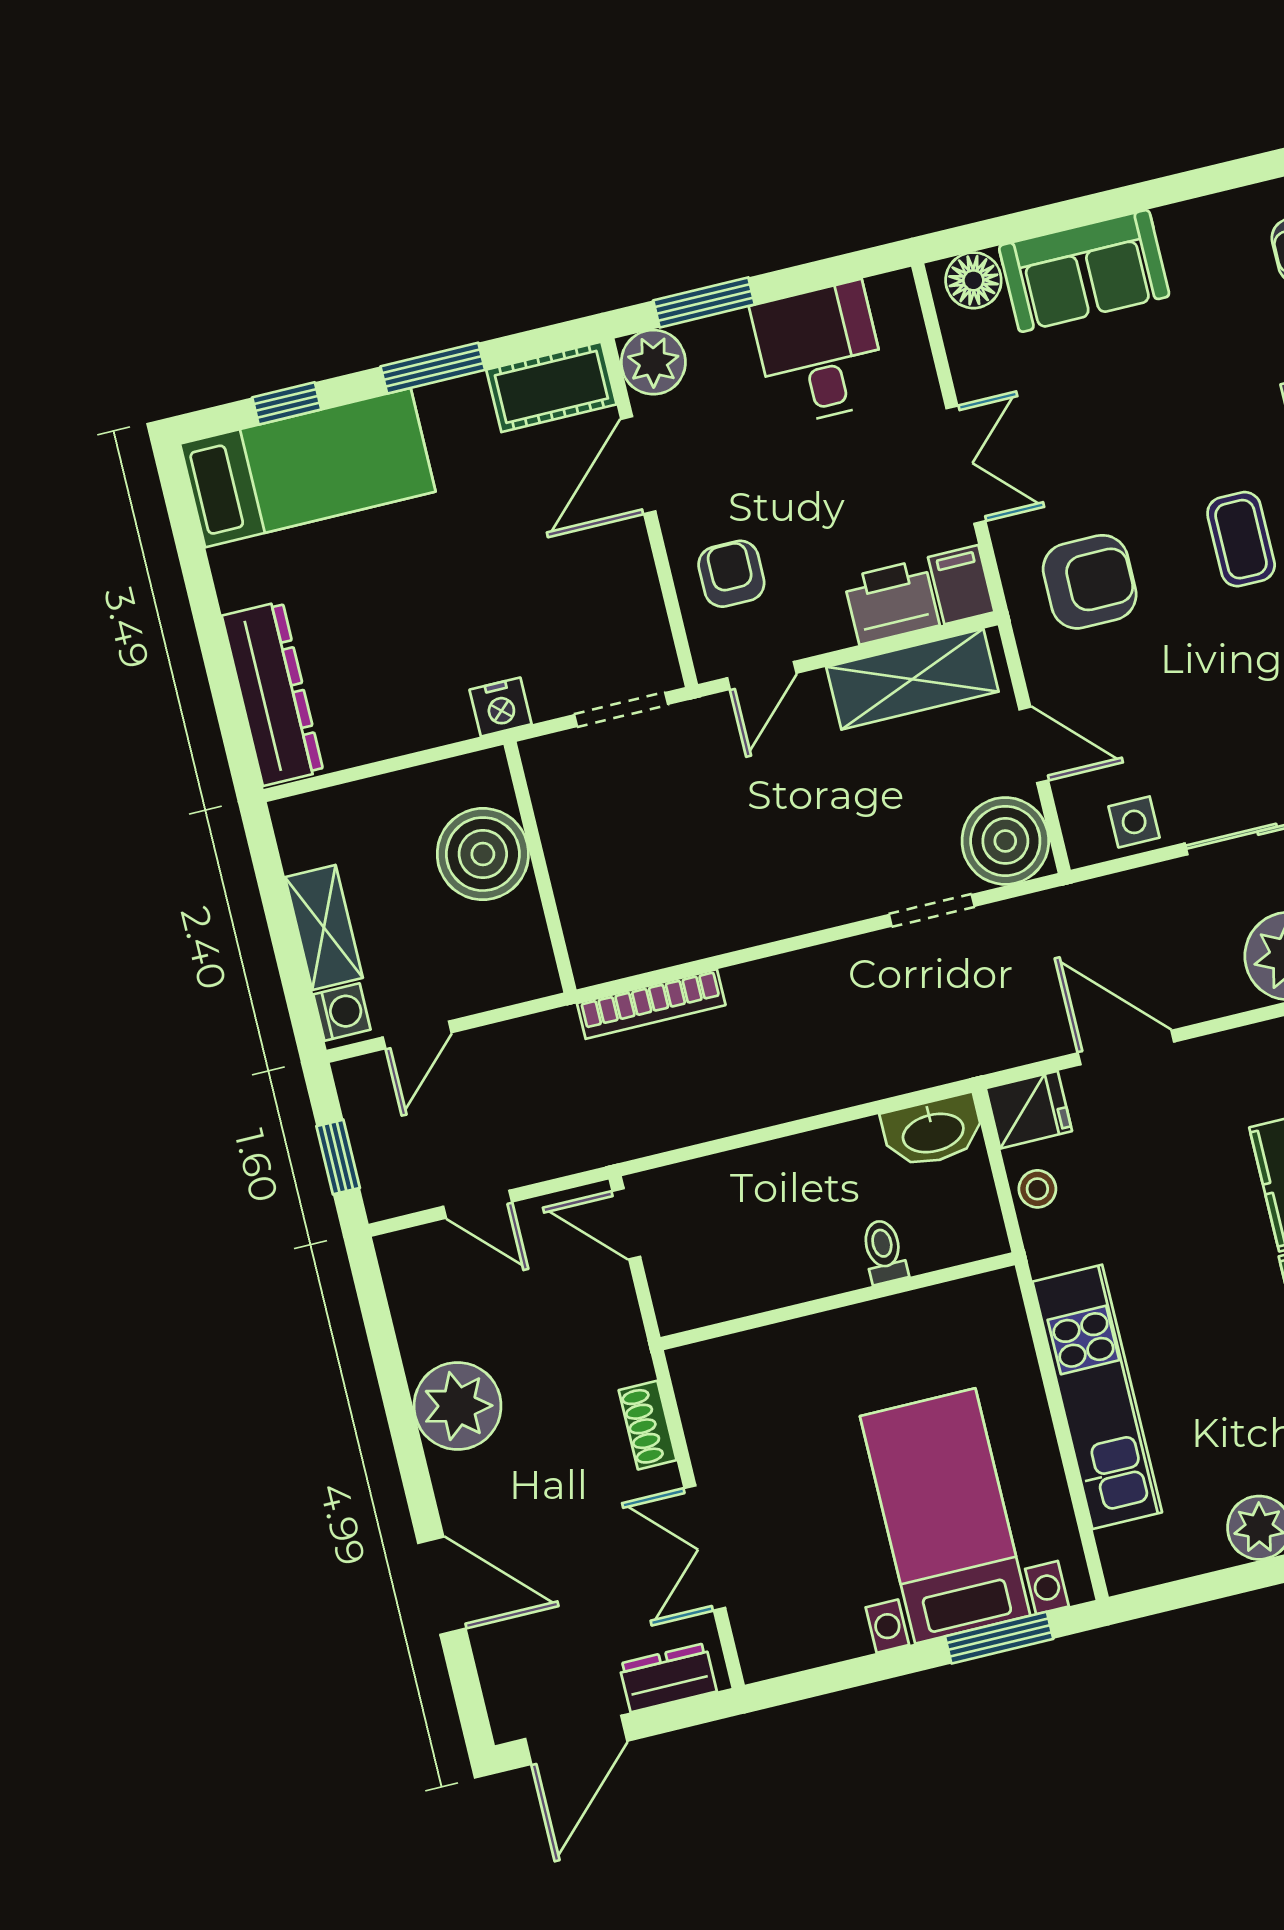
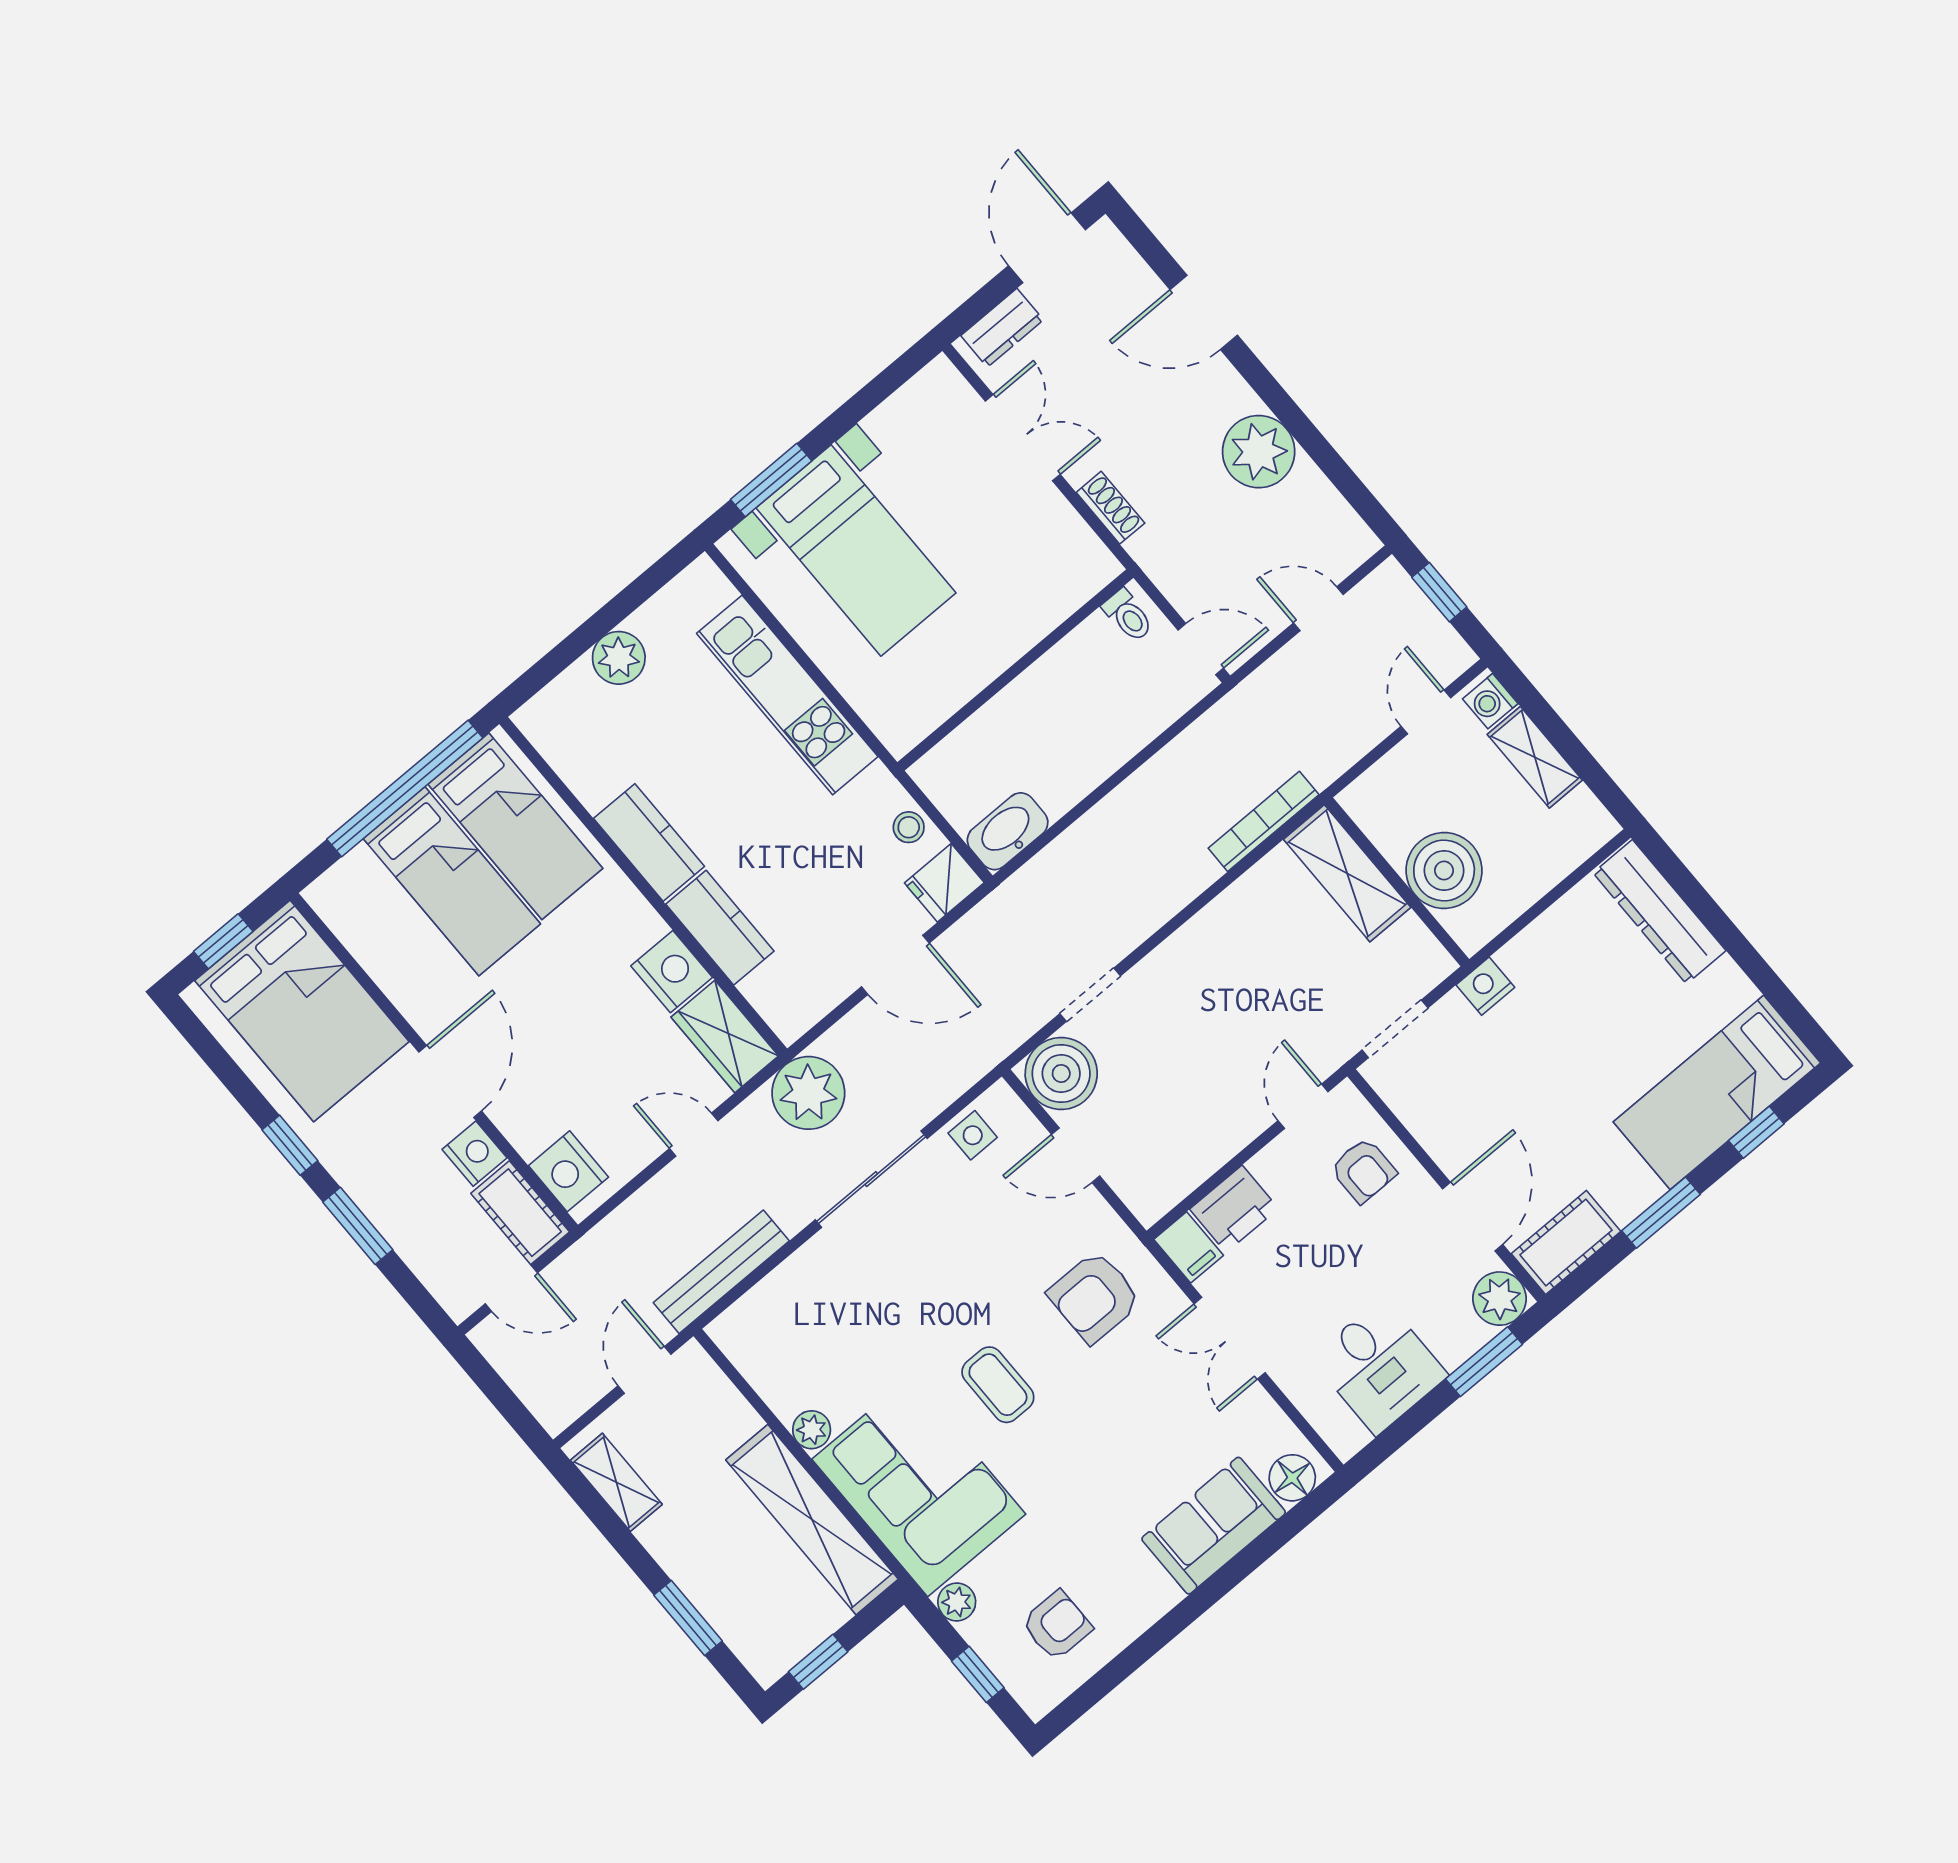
shelving: (912, 679) -> (1347, 873), moved, turned 90
toilet: (884, 1252) -> (1128, 616), moved

